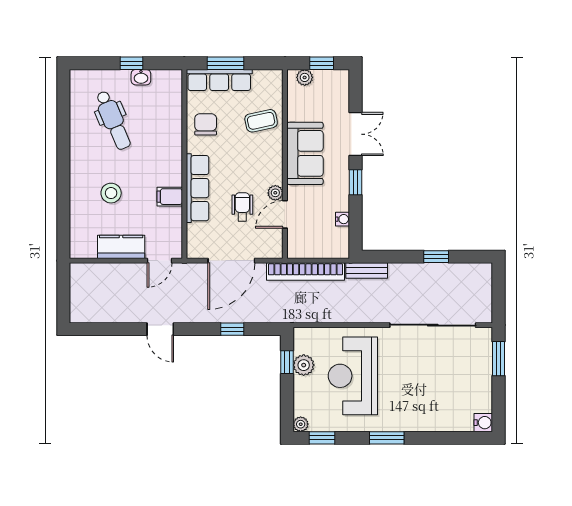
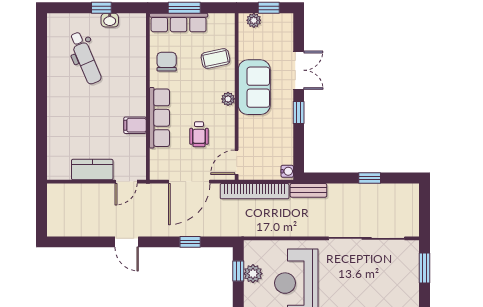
stool: (111, 193) -> (83, 122), removed
plant: (275, 193) -> (228, 99), moved
wheelchair: (242, 207) -> (199, 134), turned 180
door: (285, 214) -> (237, 162), moved
water cooler: (343, 219) -> (287, 171), moved

